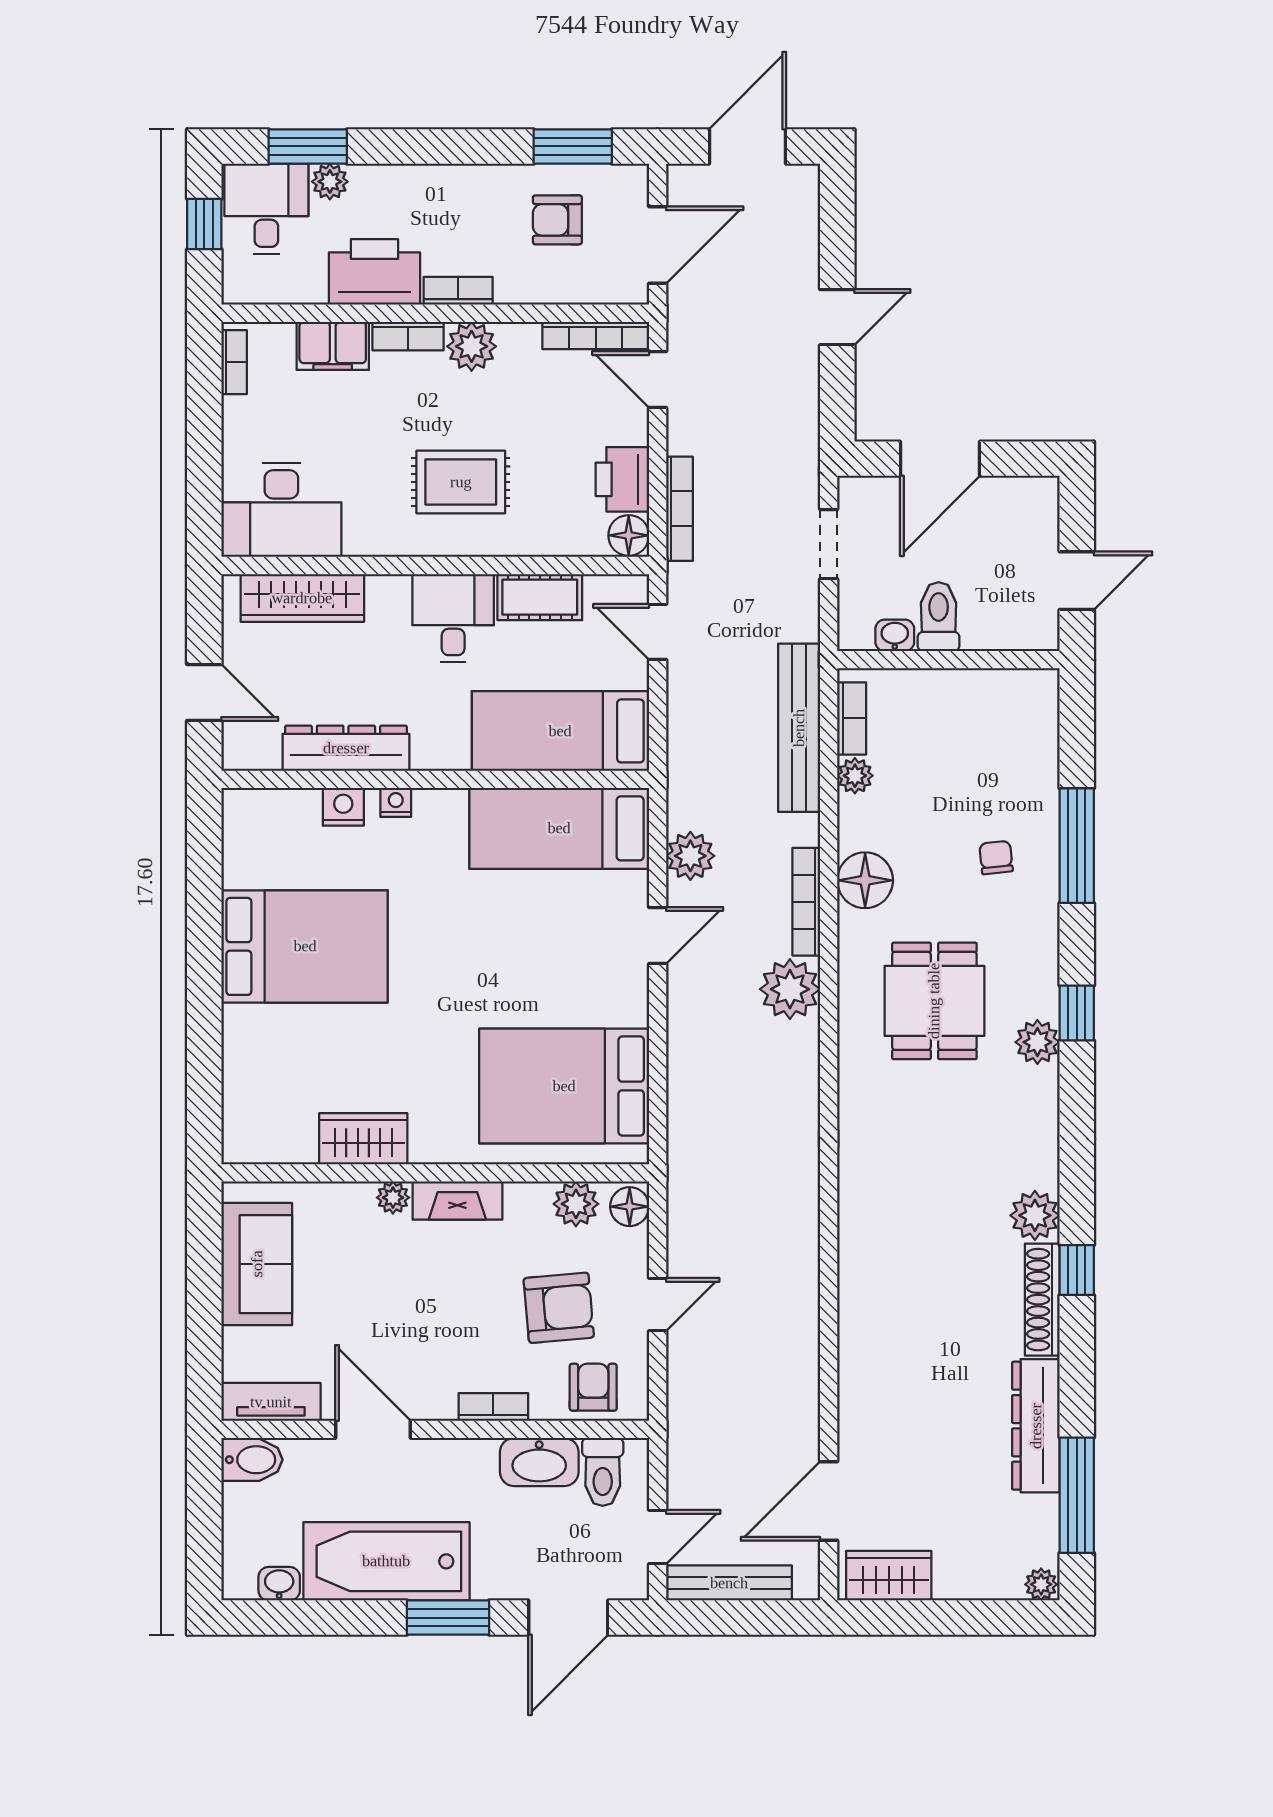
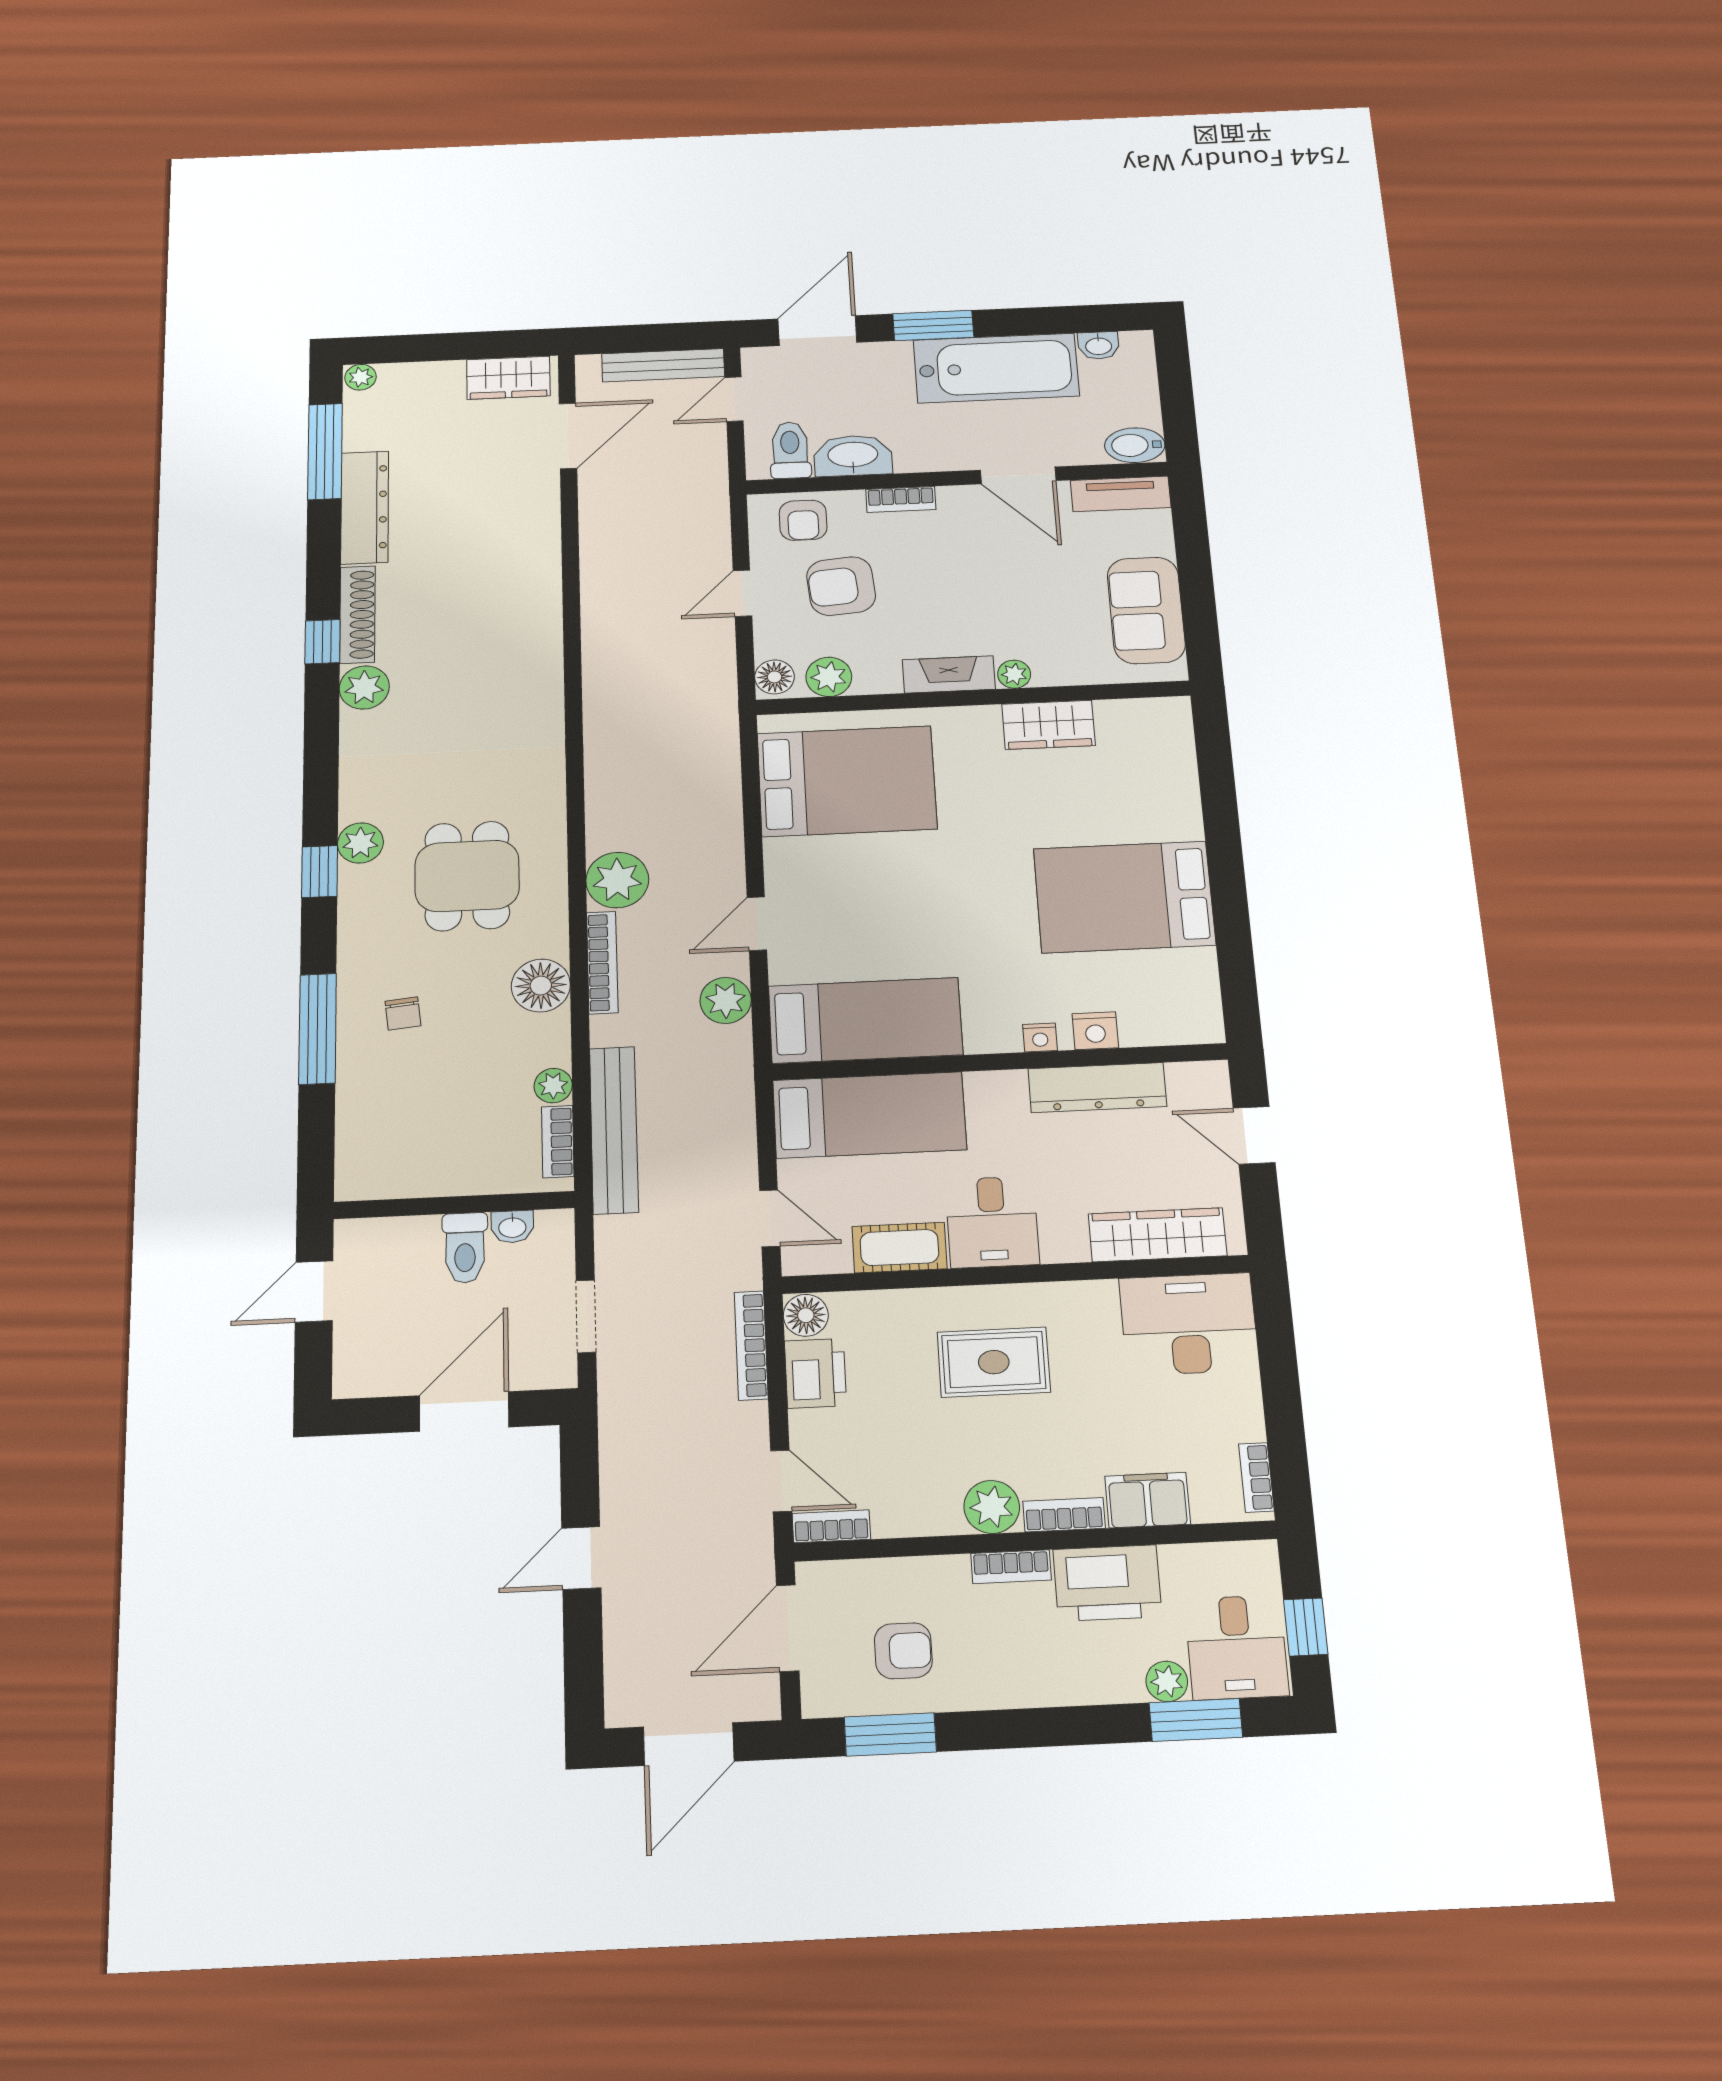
bookcase: (596, 335) -> (831, 1526), width x0.64

